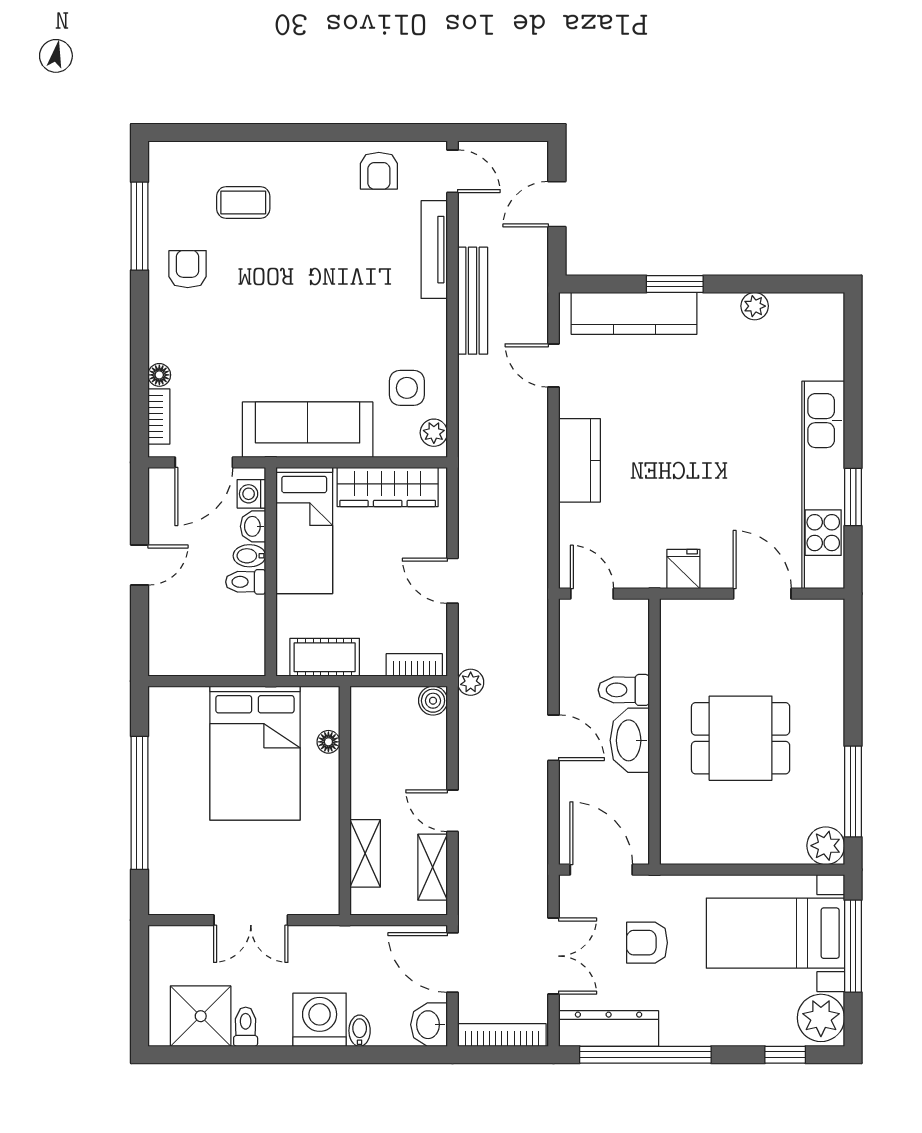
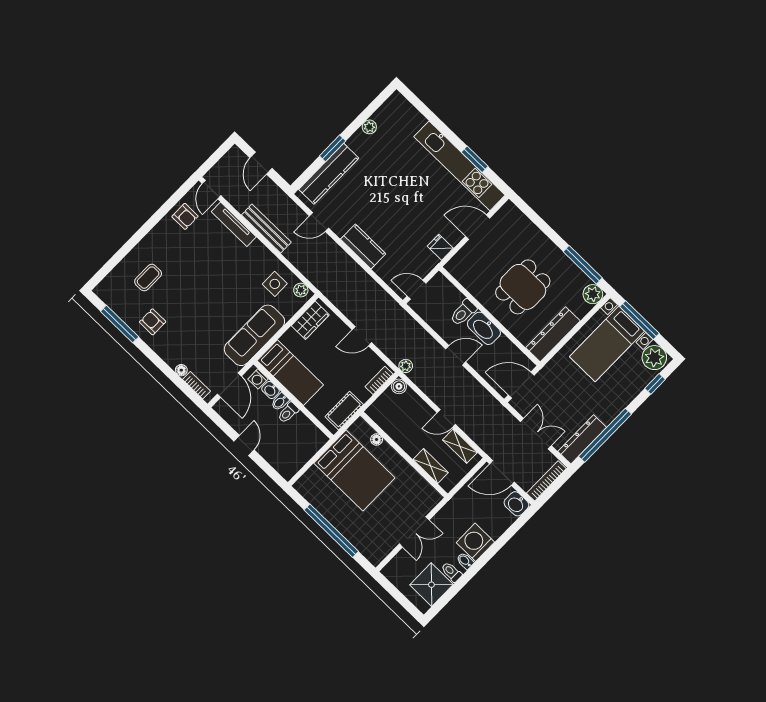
door: (453, 171) -> (212, 190), swing flipped
wardrobe: (388, 487) -> (310, 320), width x0.67
dresser: (715, 845) -> (553, 334), added
armchair: (647, 943) -> (564, 394), removed
bidet: (360, 1031) -> (465, 561), moved

